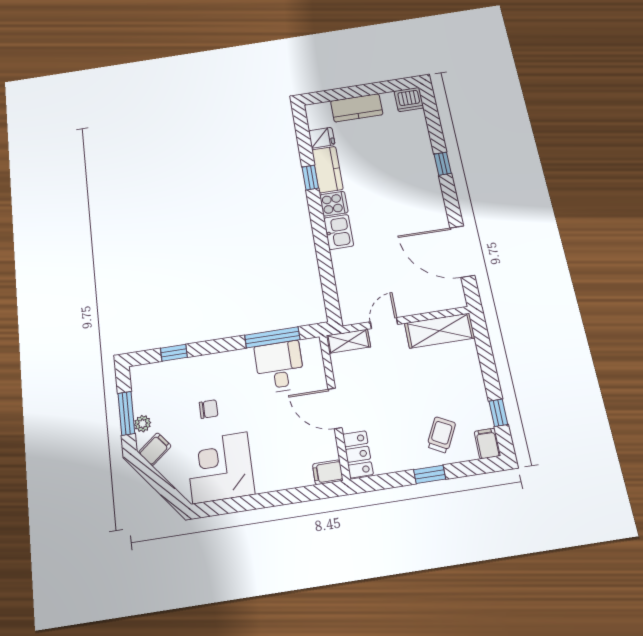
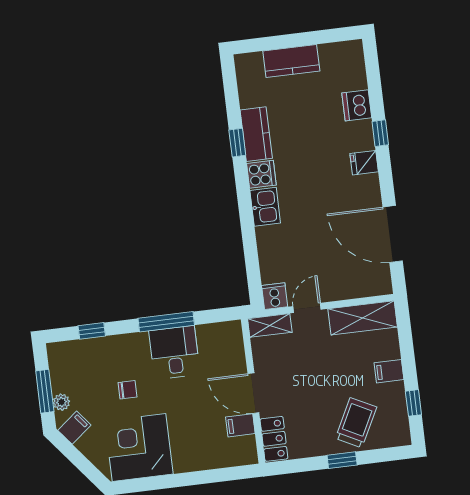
dishwasher: (409, 99) -> (357, 105), moved, turned 90
fridge: (322, 138) -> (364, 163), moved, turned 180
cooker: (352, 313) -> (275, 296), added
window: (272, 337) -> (166, 322), moved
desk: (280, 367) -> (174, 352), moved
trolley: (441, 435) -> (356, 423), width x1.36, depth x1.39
filing cabinet: (487, 444) -> (389, 371), moved, turned -90
filing cabinet: (328, 472) -> (240, 425), moved

